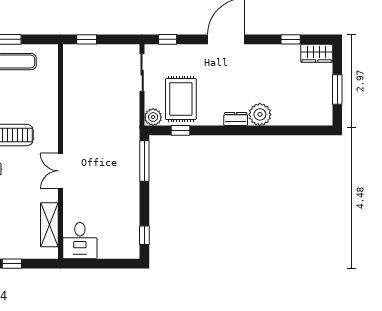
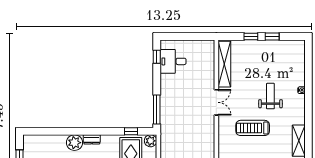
shelving: (49, 225) -> (224, 64), width x1.47
desk: (80, 241) -> (173, 61), moved, turned -90

